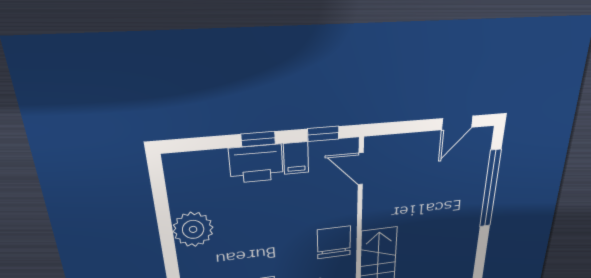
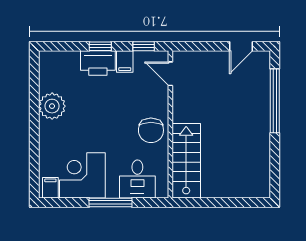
chair: (334, 242) -> (151, 130), turned 180

